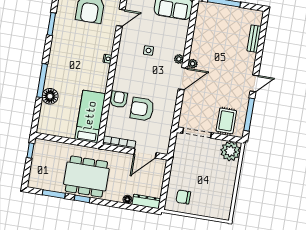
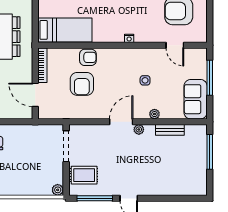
bench: (254, 39) -> (170, 130), moved
plant: (179, 59) -> (154, 114), moved
door: (183, 79) -> (121, 122), swing flipped
armchair: (142, 109) -> (82, 84), turned 180
plant: (230, 151) -> (58, 190), width x0.53, depth x0.53

